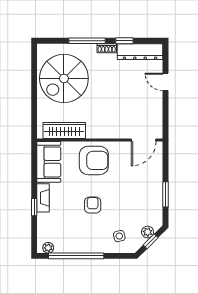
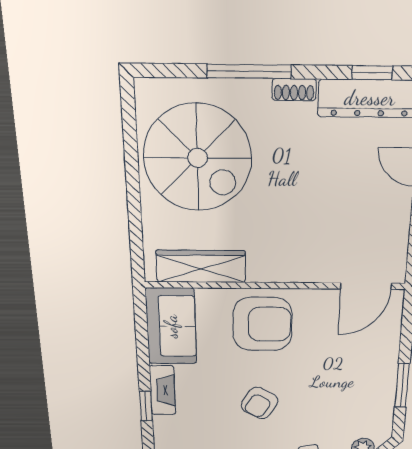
window: (124, 41) -> (372, 73), moved
spiral stairs: (64, 78) -> (198, 158), turned -90
armchair: (93, 205) -> (260, 403), turned -149

